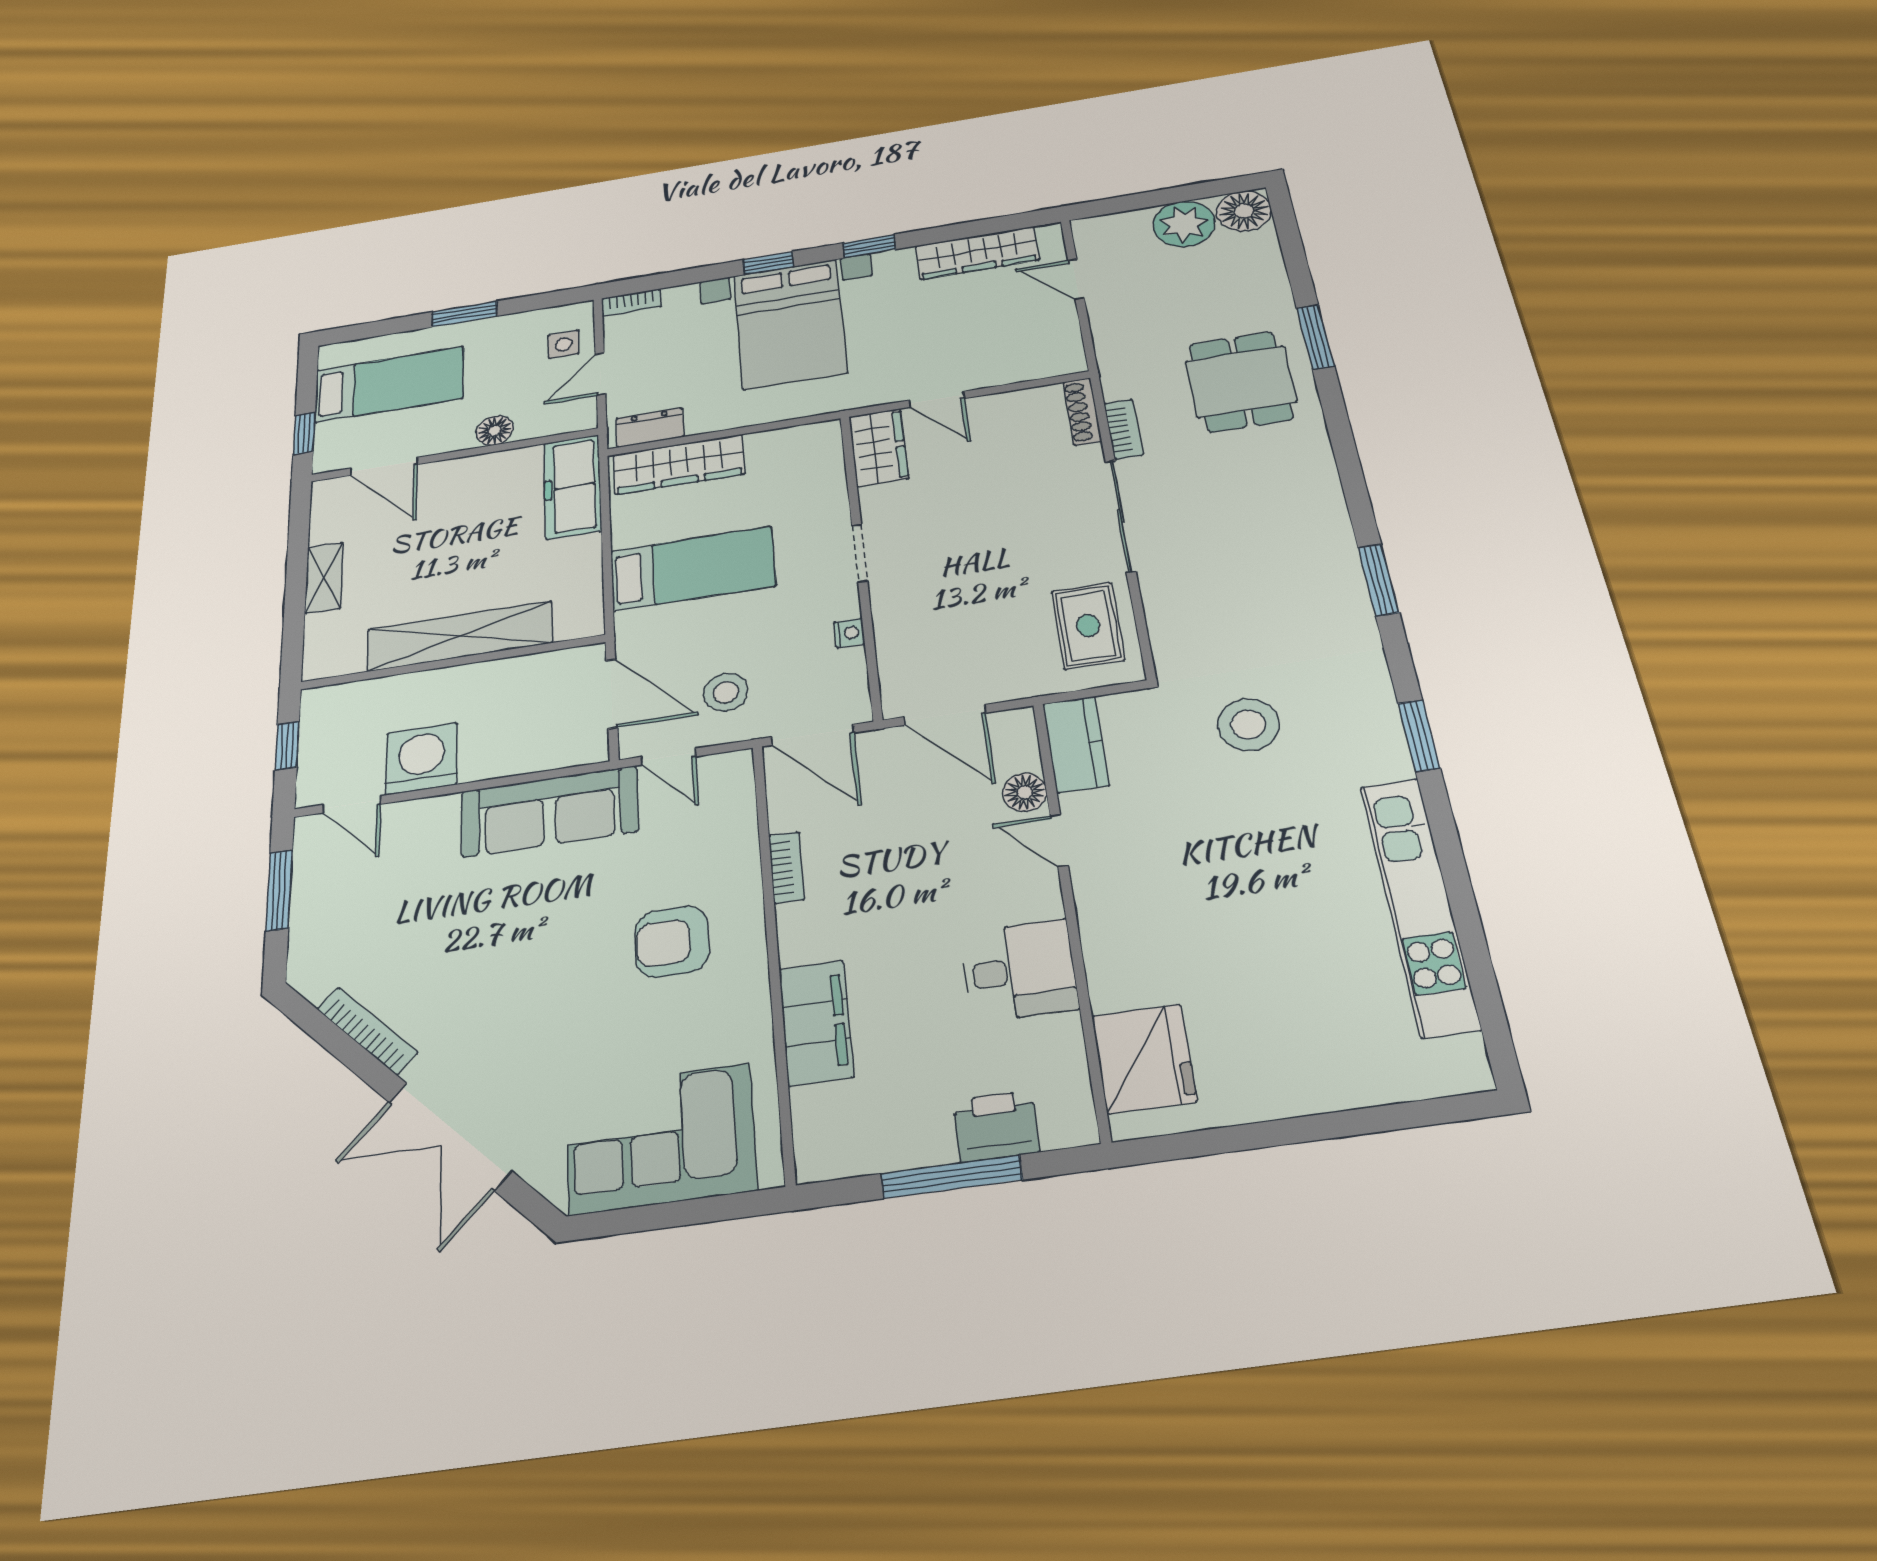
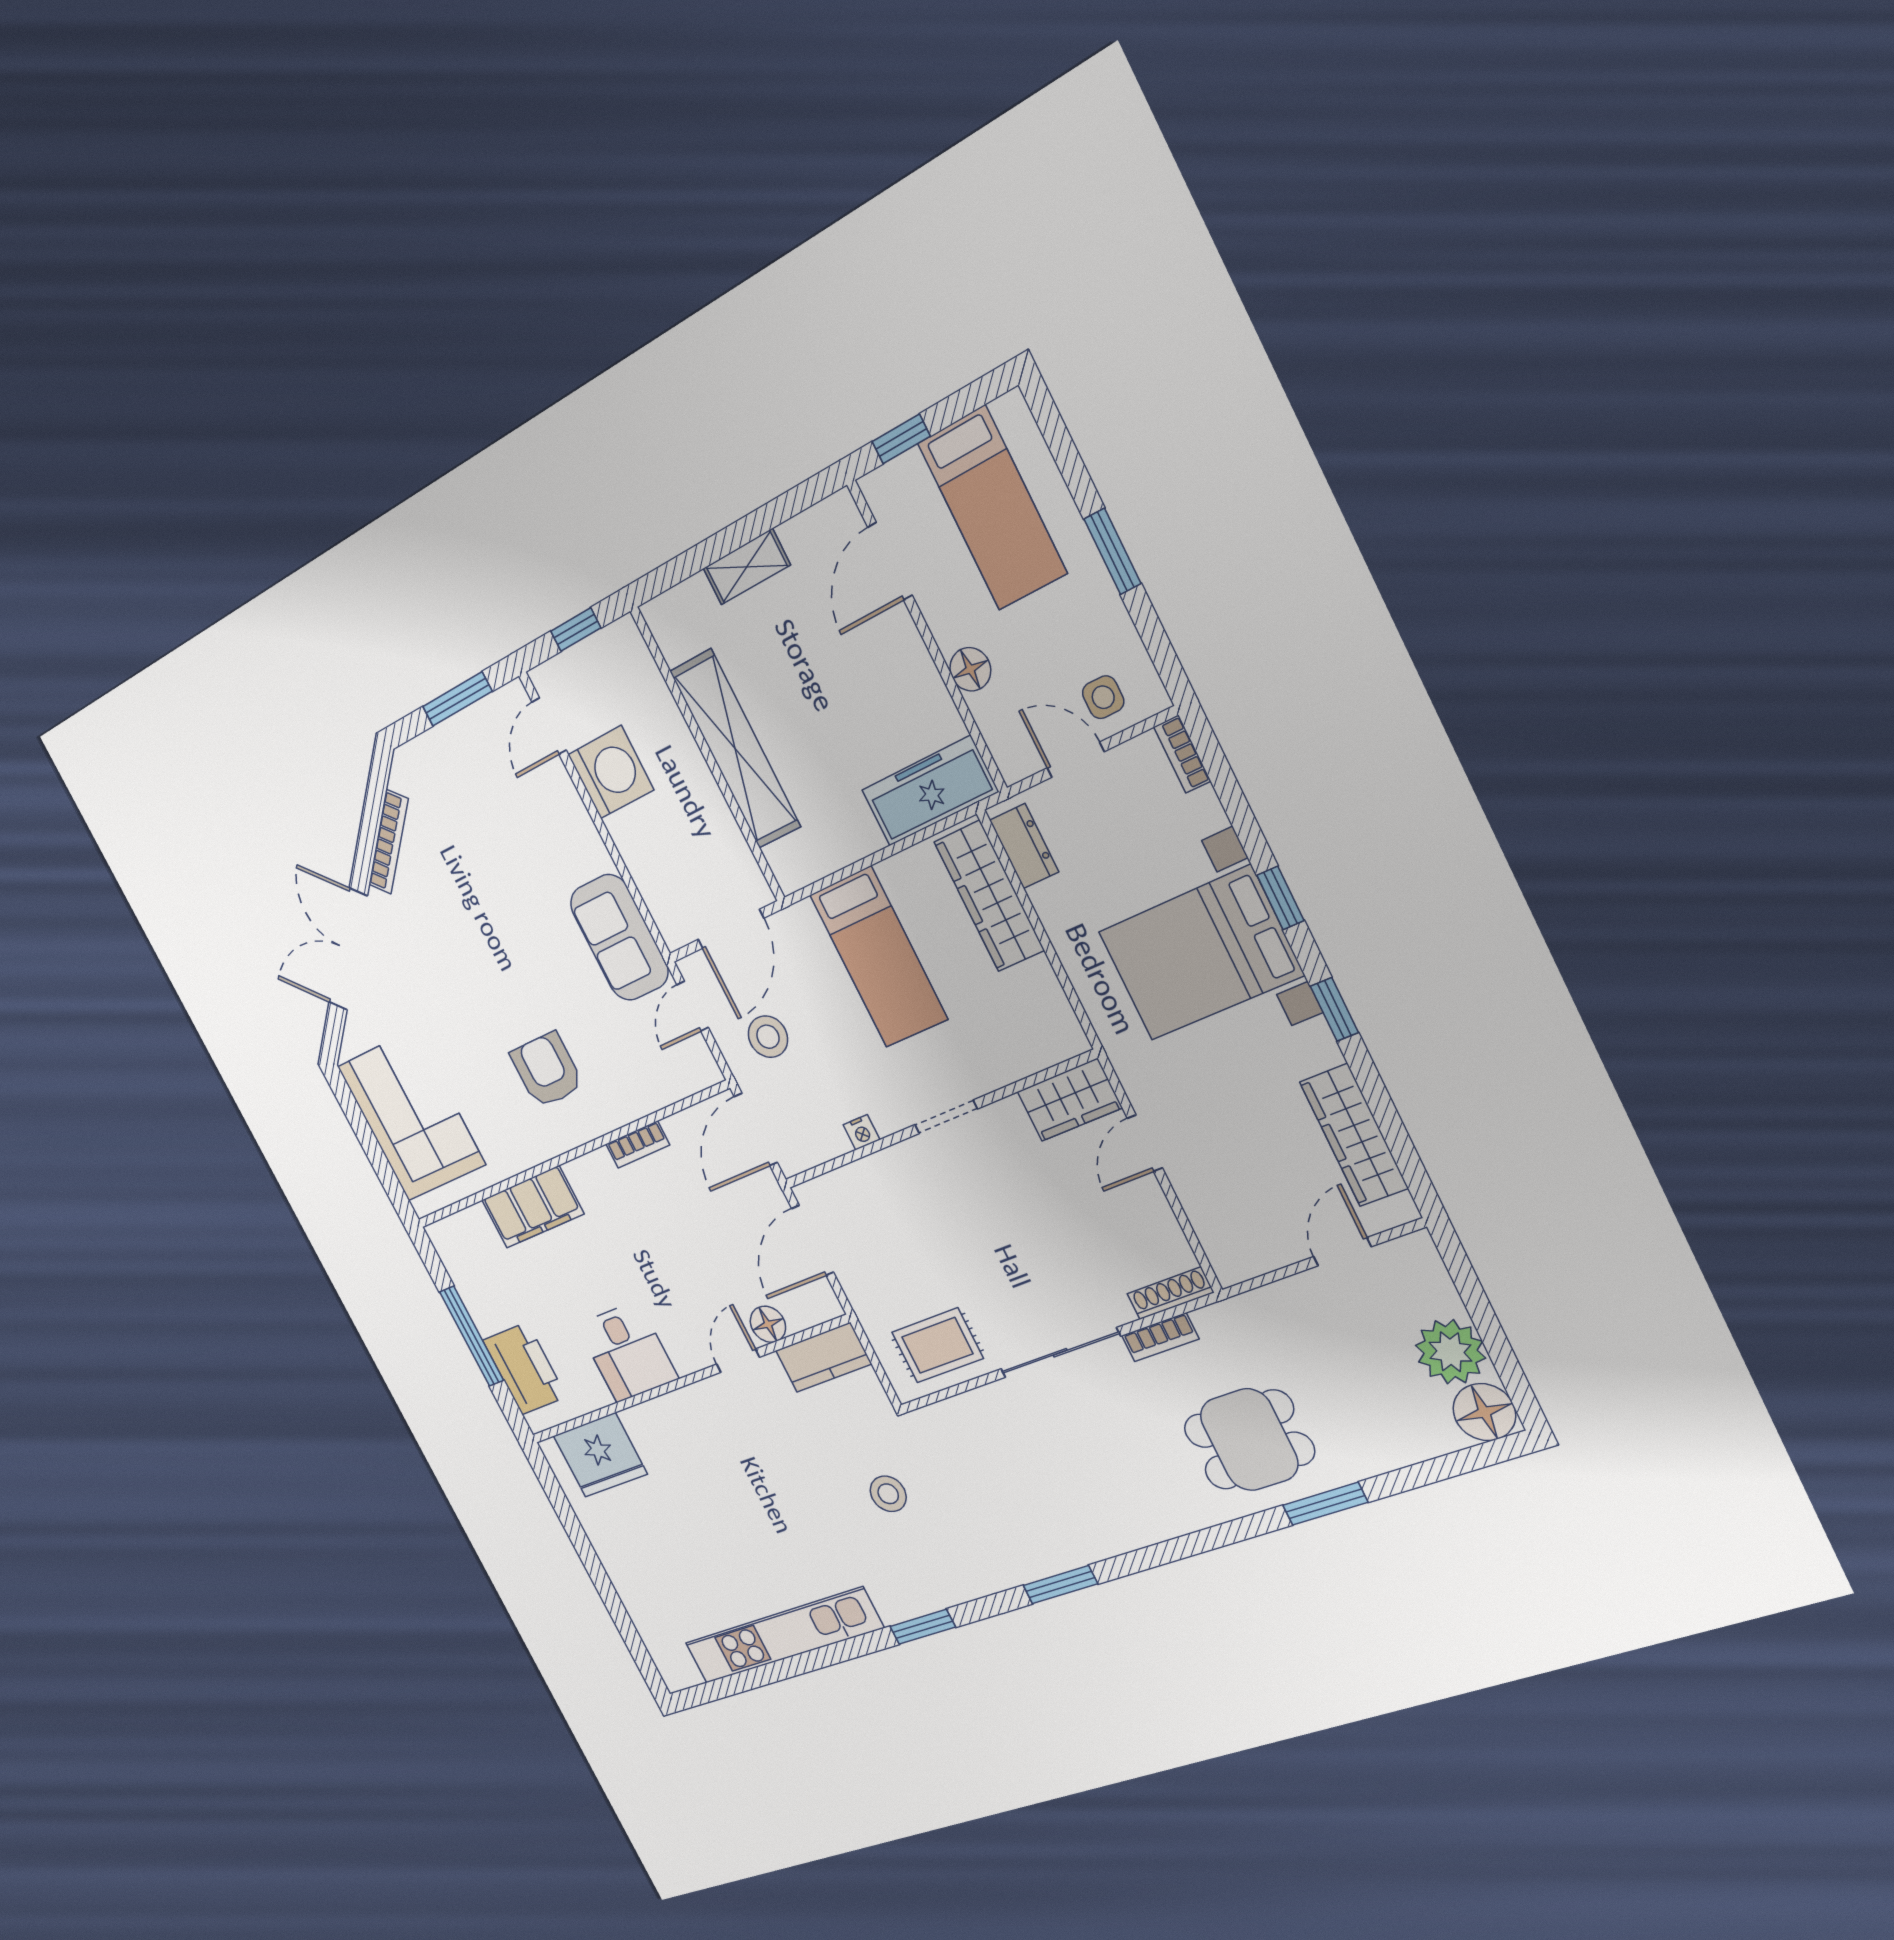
stool: (1248, 725) -> (888, 1494), width x0.73, depth x0.73
sofa: (549, 811) -> (619, 937), width x0.73
printer: (996, 1126) -> (524, 1368), width x1.37, depth x1.19

